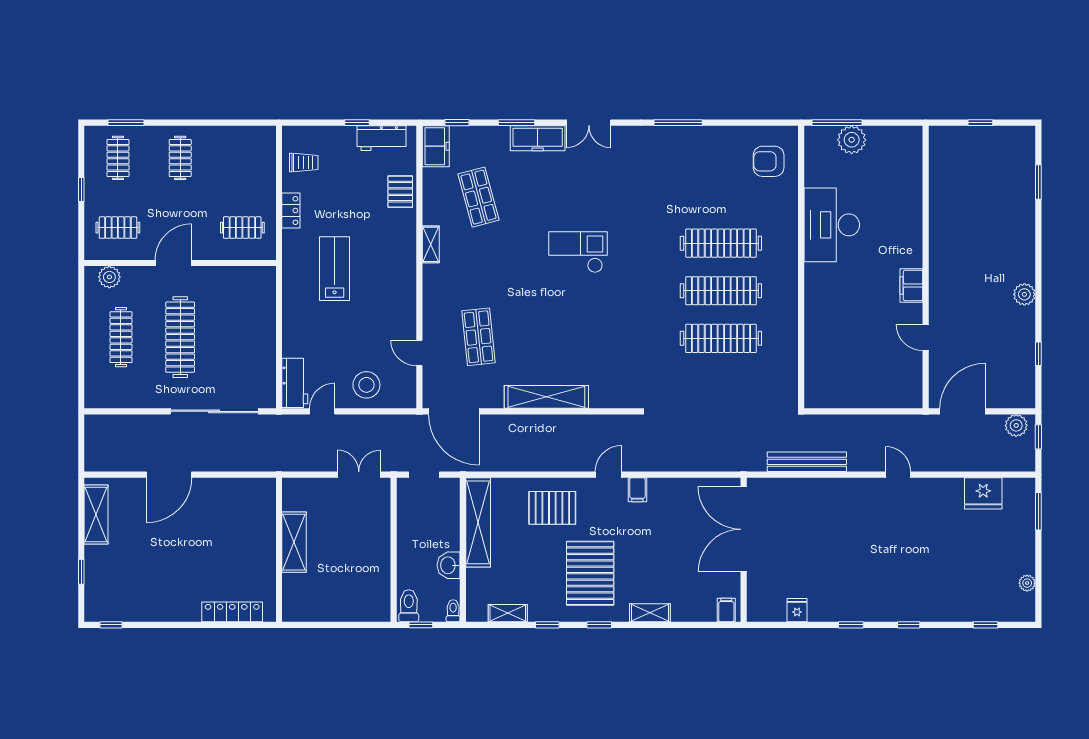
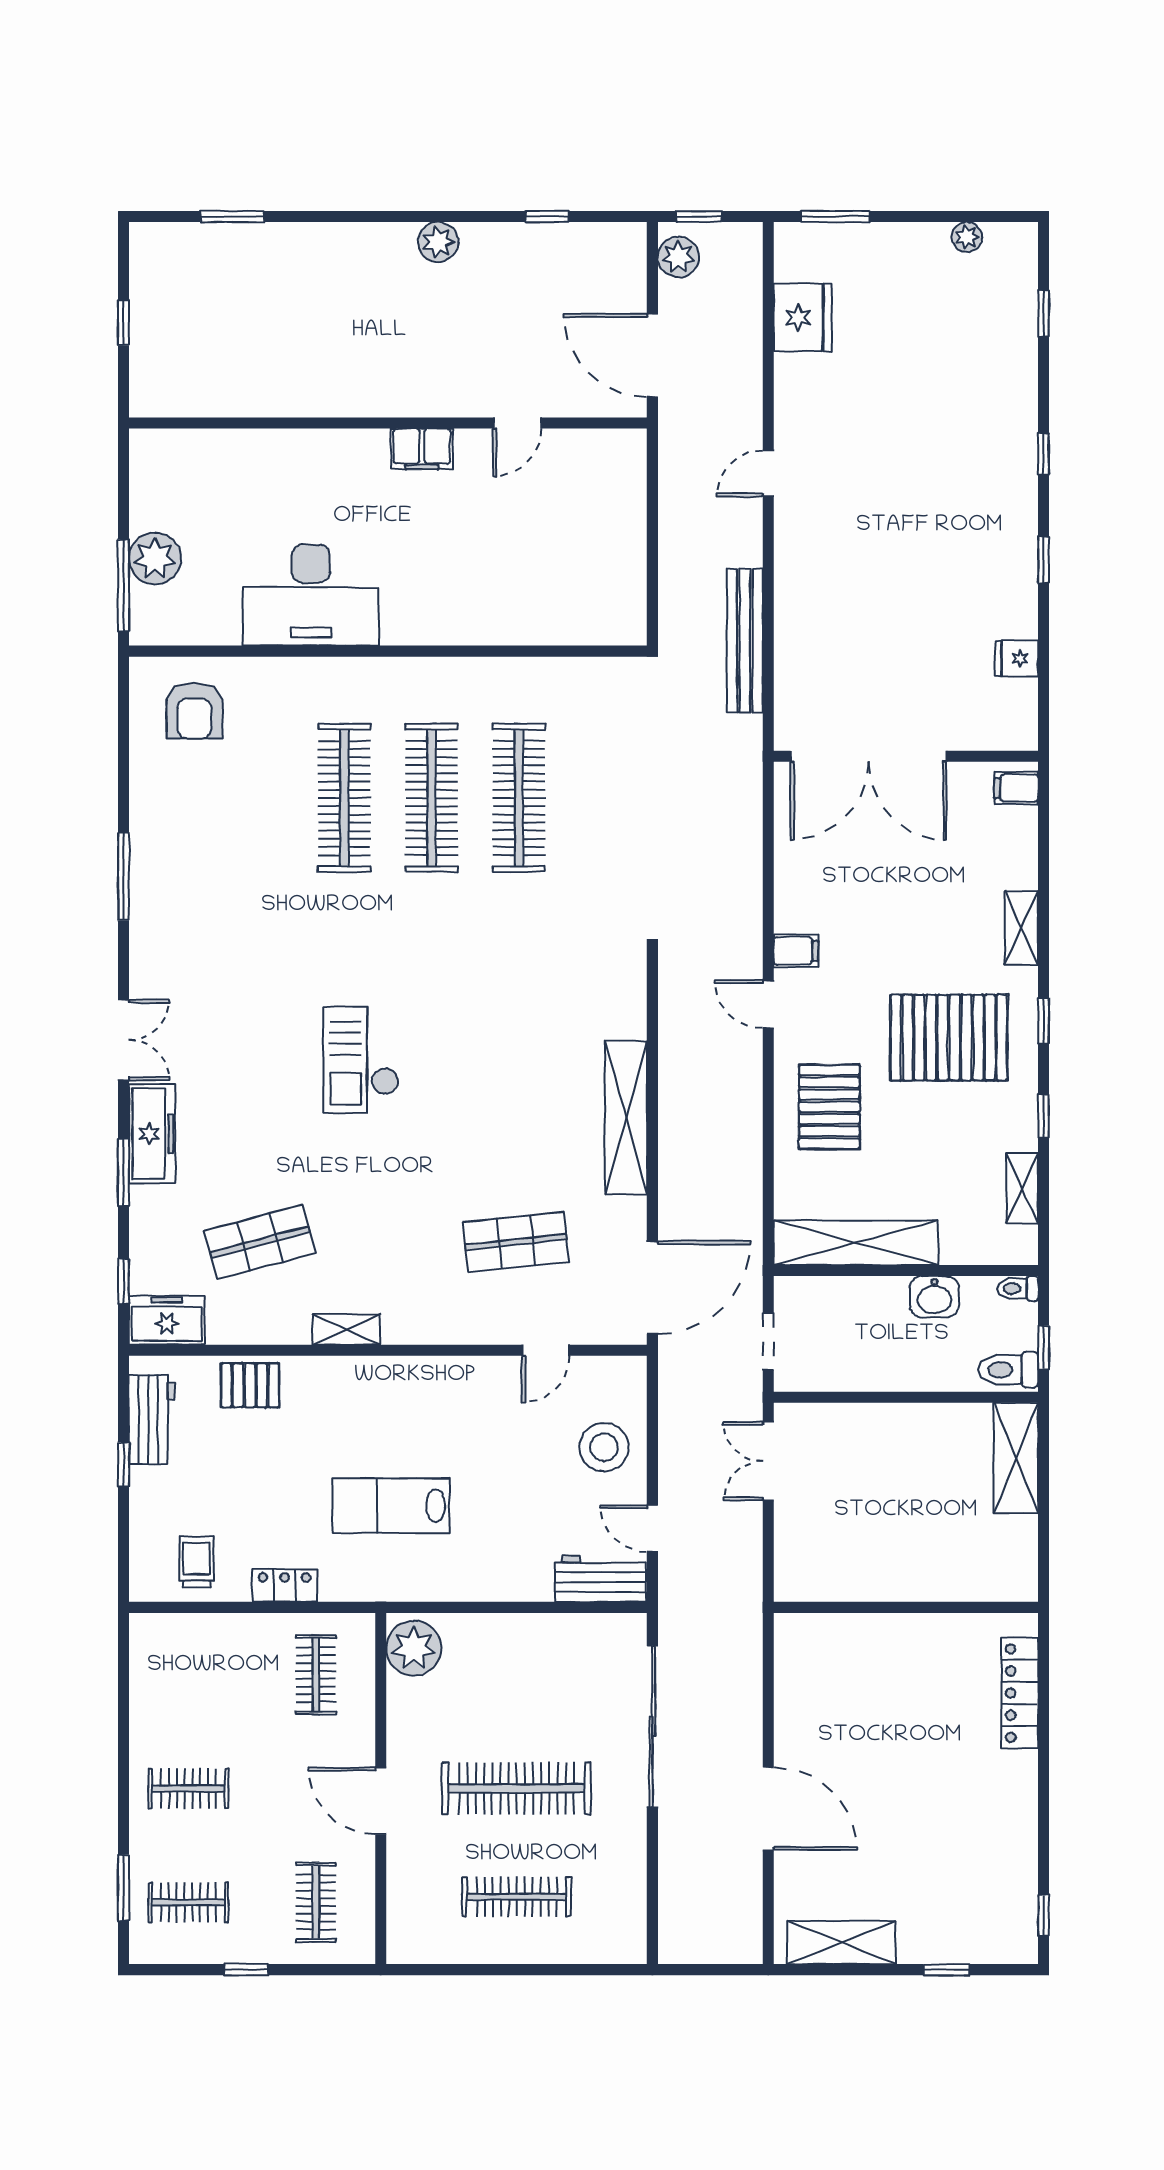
plant: (109, 277) -> (414, 1648), moved, width x1.36, depth x1.36
shelving: (294, 542) -> (1016, 1458), moved, turned 90

